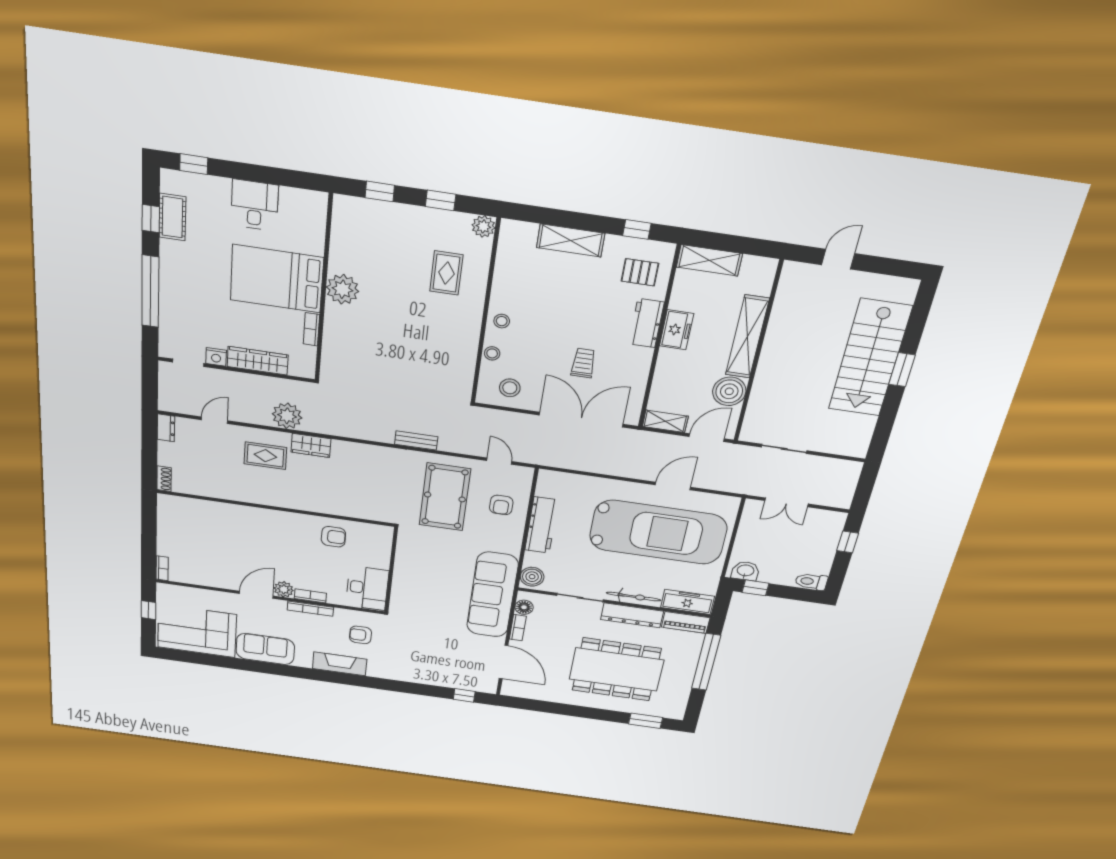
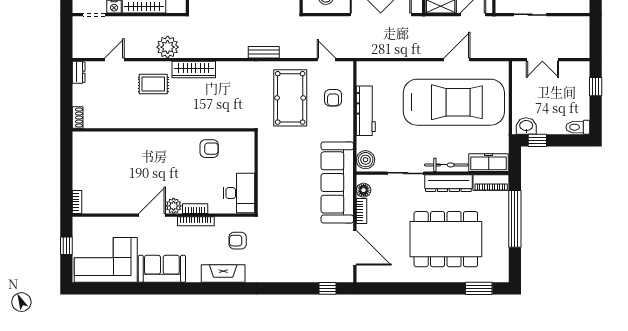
wardrobe: (311, 445) -> (194, 69), width x1.50

